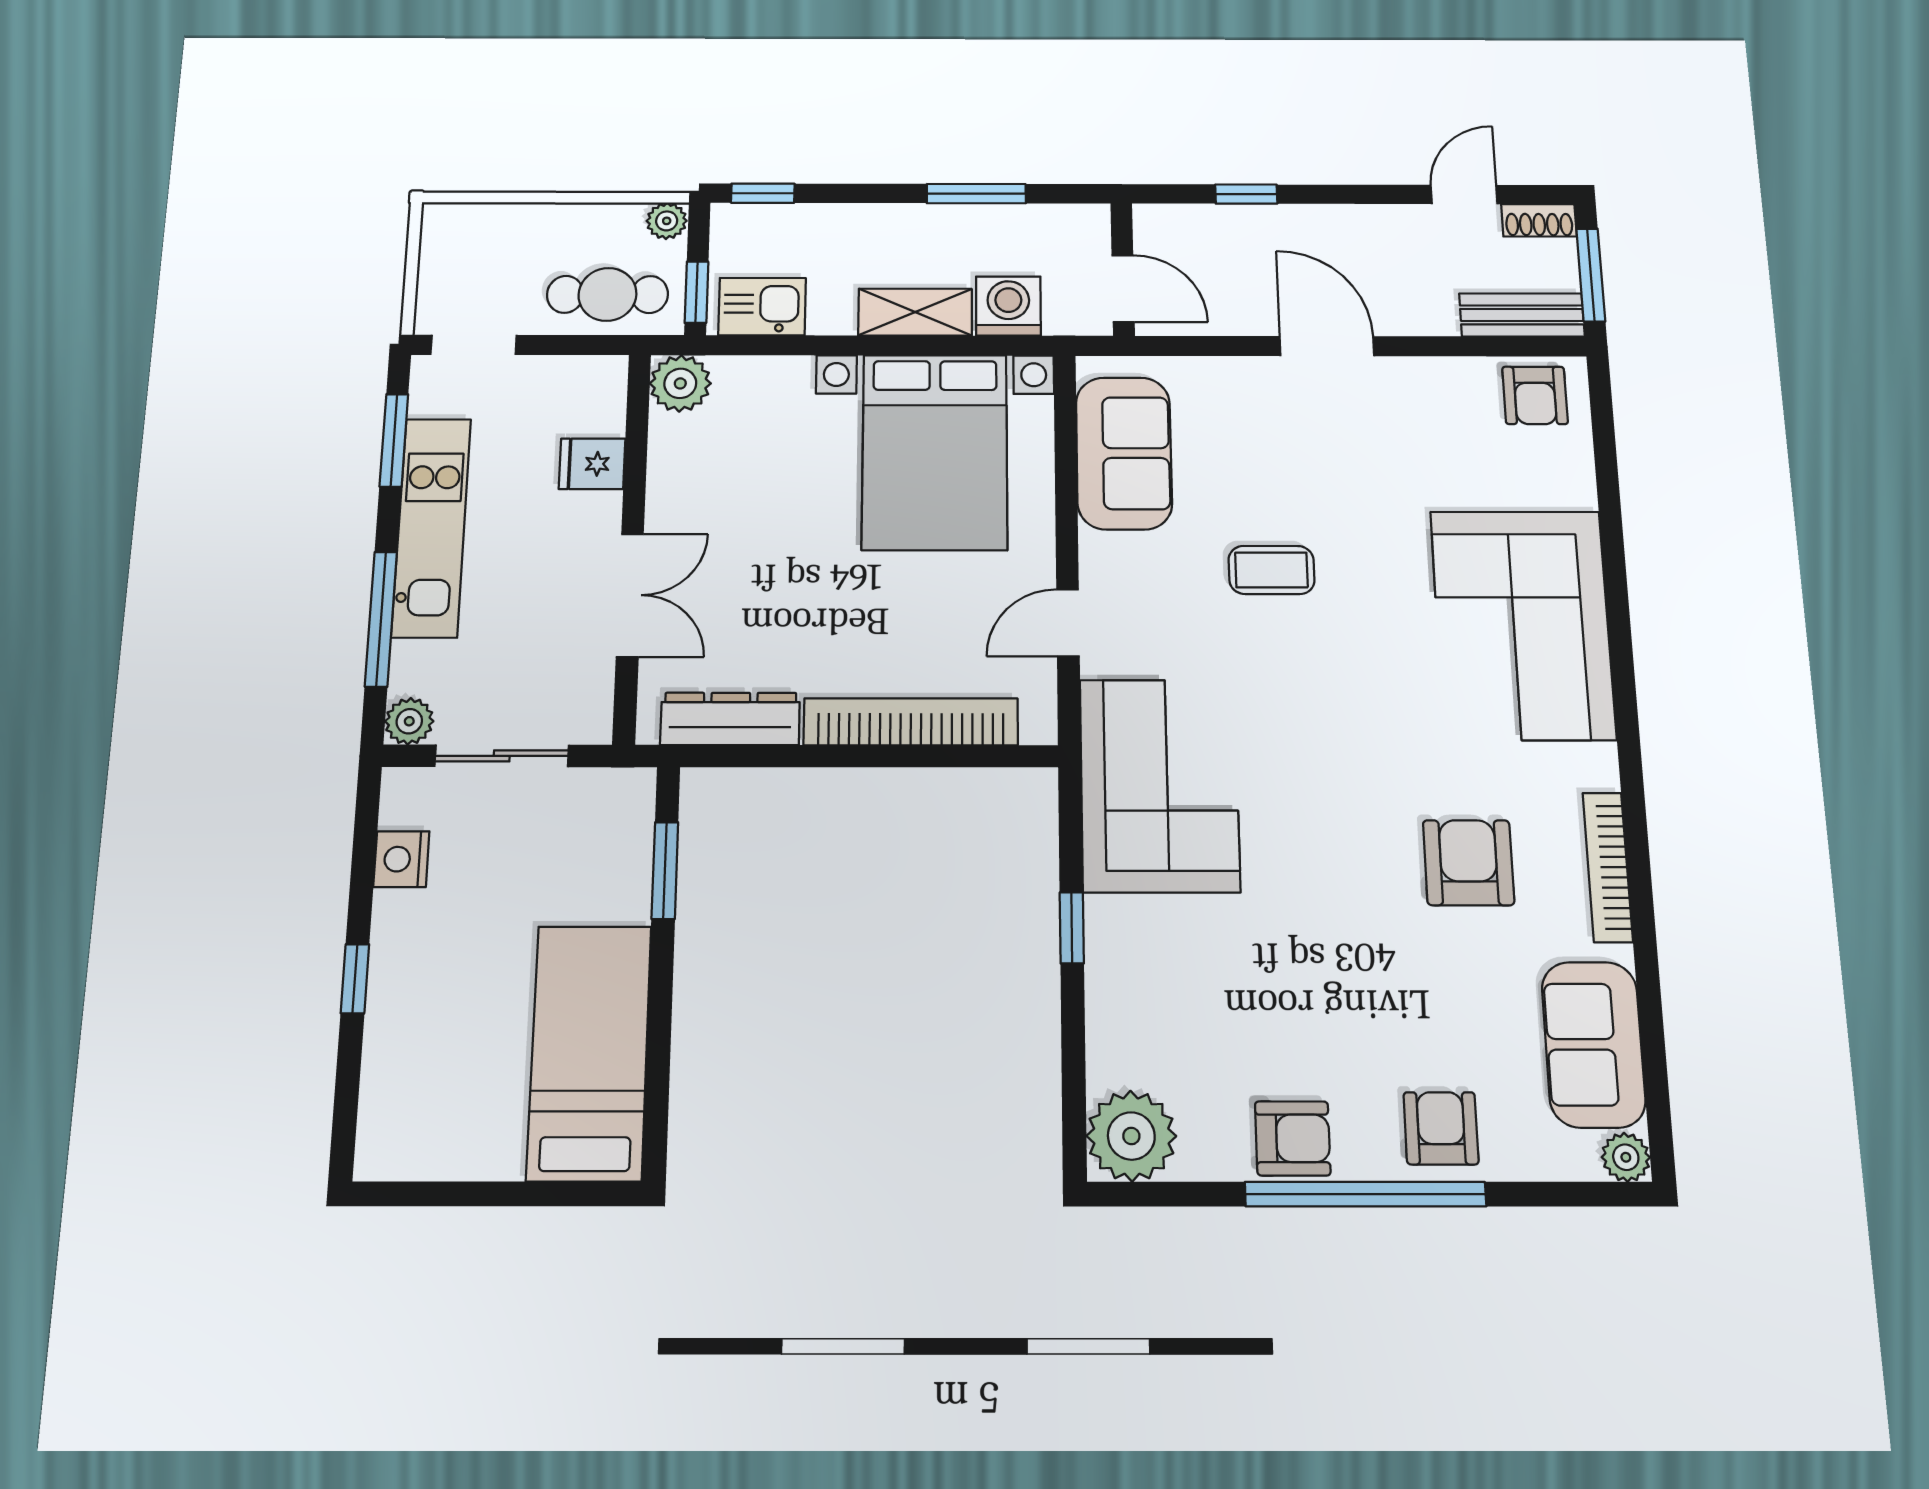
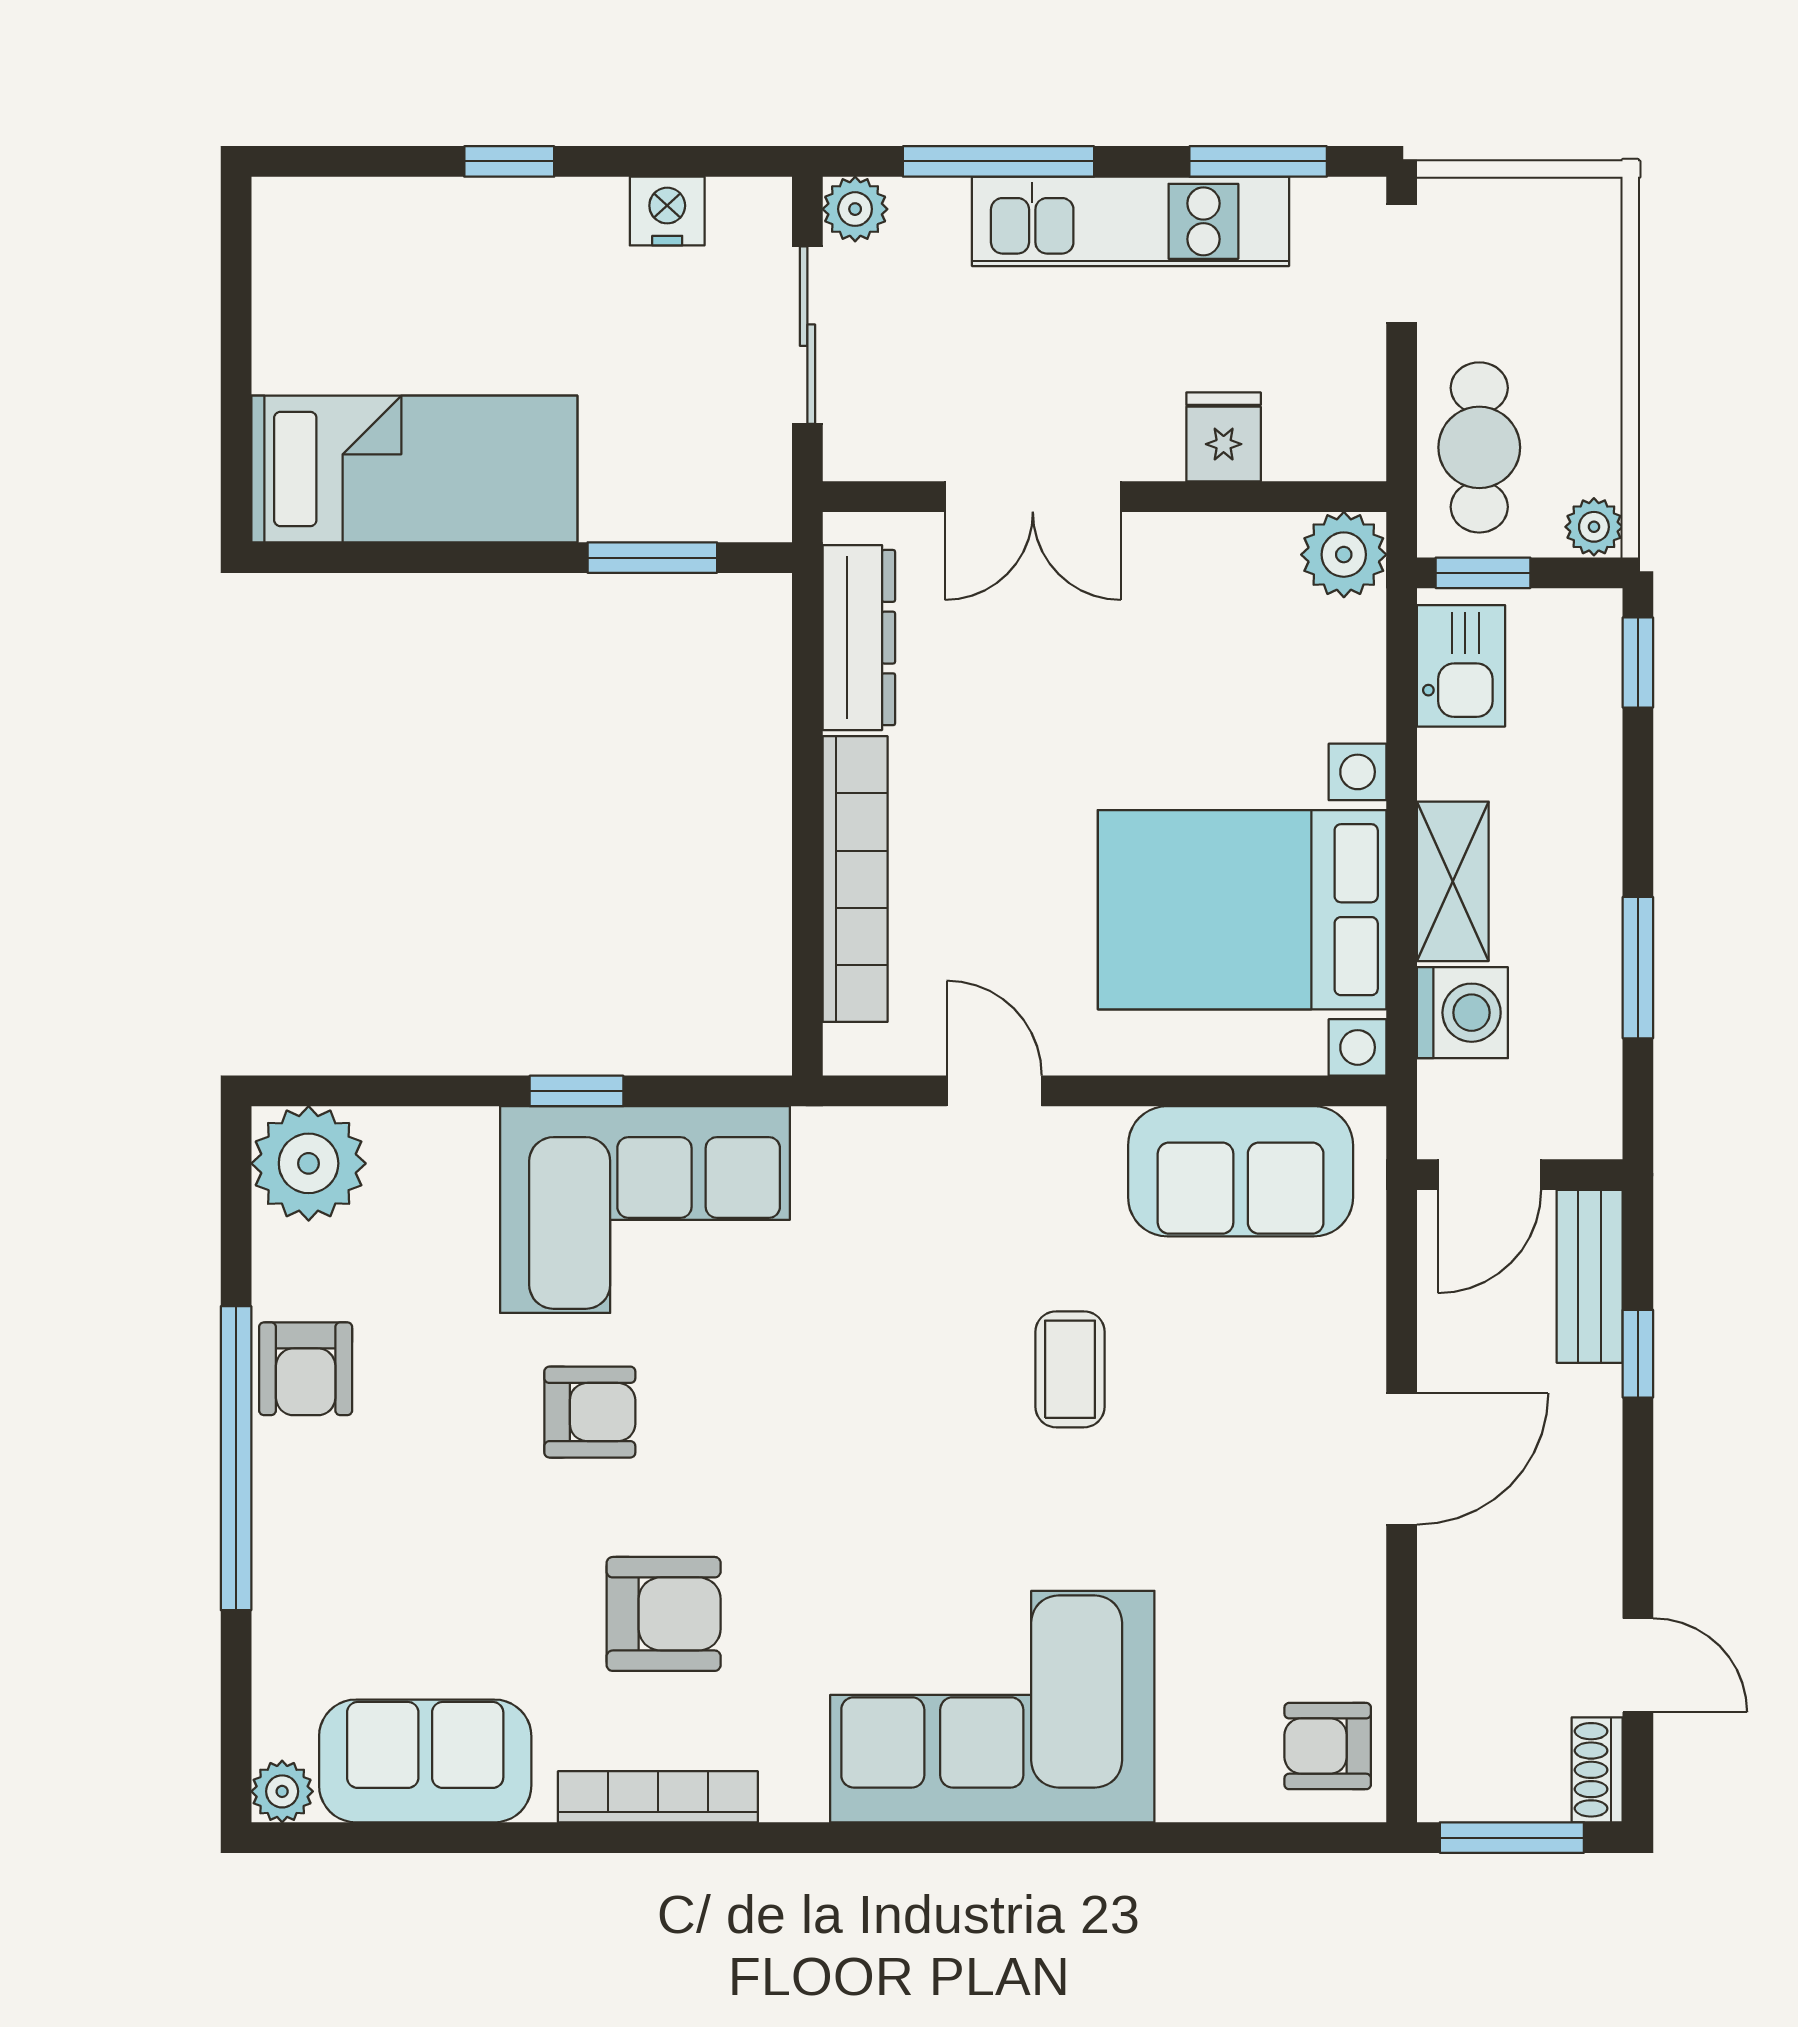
bench: (1522, 315) -> (1590, 1276), moved
corner sofa: (1159, 785) -> (645, 1210), moved
armchair: (1441, 1128) -> (590, 1412), moved

